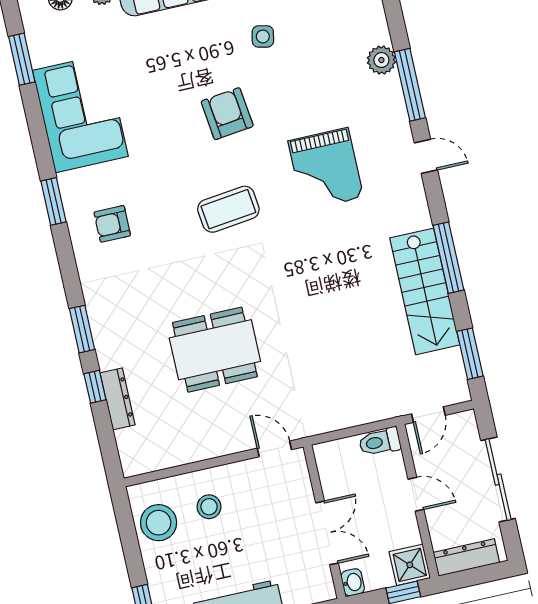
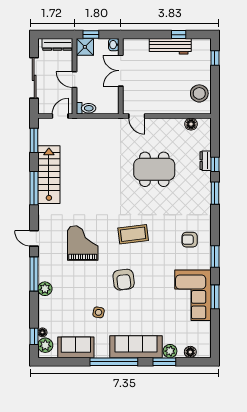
window: (22, 59) -> (215, 297), moved
armchair: (112, 224) -> (190, 240), turned 180
dresser: (118, 399) -> (206, 161), width x0.70
floor lamp: (161, 457) -> (191, 124), added
stool: (209, 507) -> (174, 96), removed

